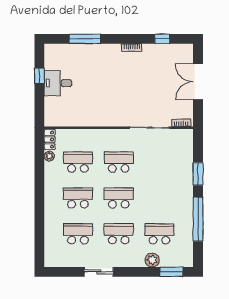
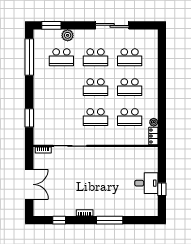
window: (85, 39) -> (110, 220), moved
window: (198, 174) -> (29, 118), moved
window: (198, 219) -> (29, 57), moved
sliding door: (99, 272) -> (112, 25), width x1.37

